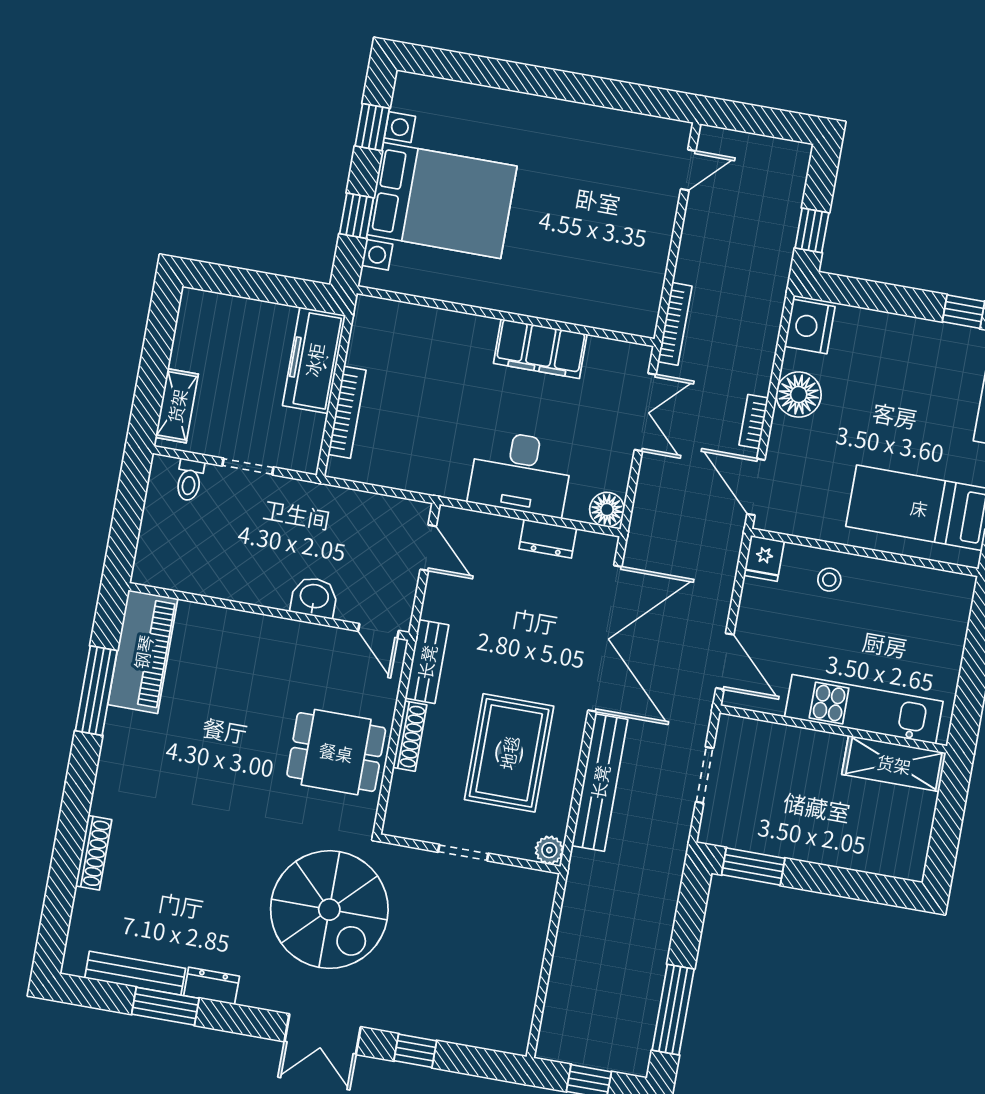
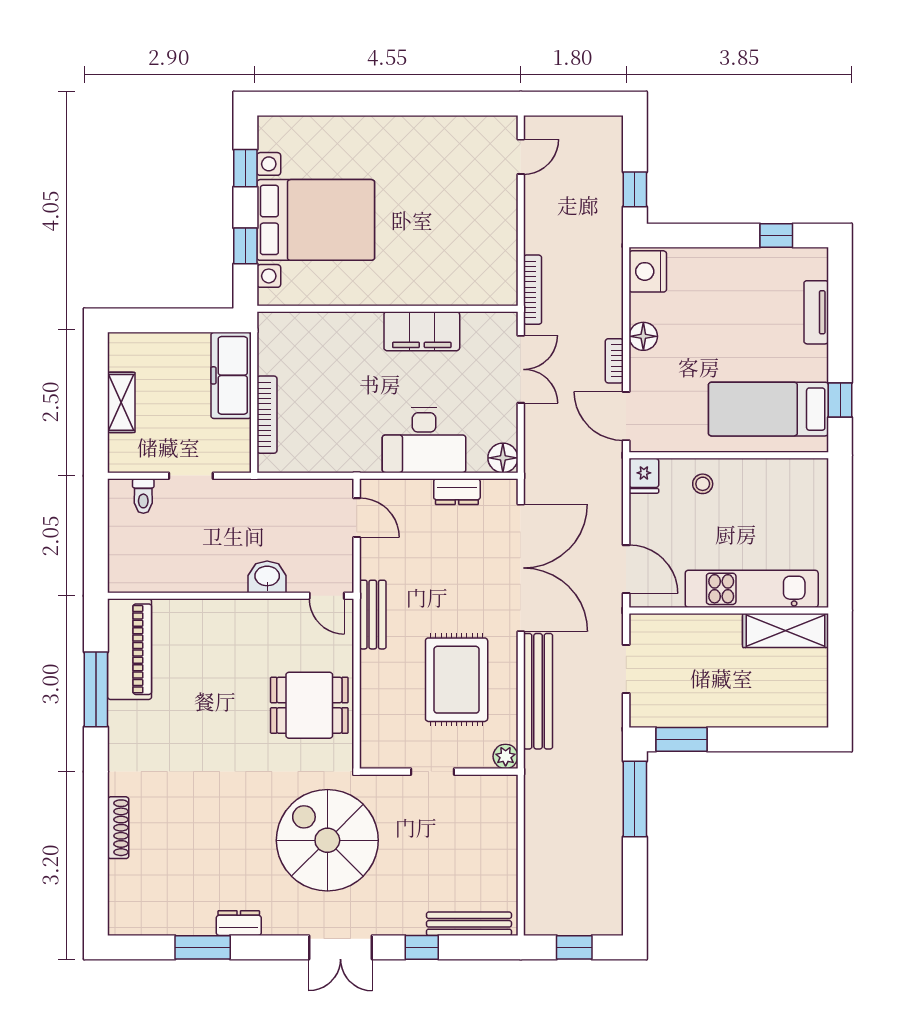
floor lamp: (799, 394) -> (643, 336), width x0.73, depth x0.73
shelving: (177, 406) -> (121, 402), moved
shoe rack: (410, 736) -> (369, 680), removed
spiral stairs: (329, 910) -> (327, 840), turned 180
bench: (135, 973) -> (469, 924), moved
window: (673, 1010) -> (635, 799), moved

